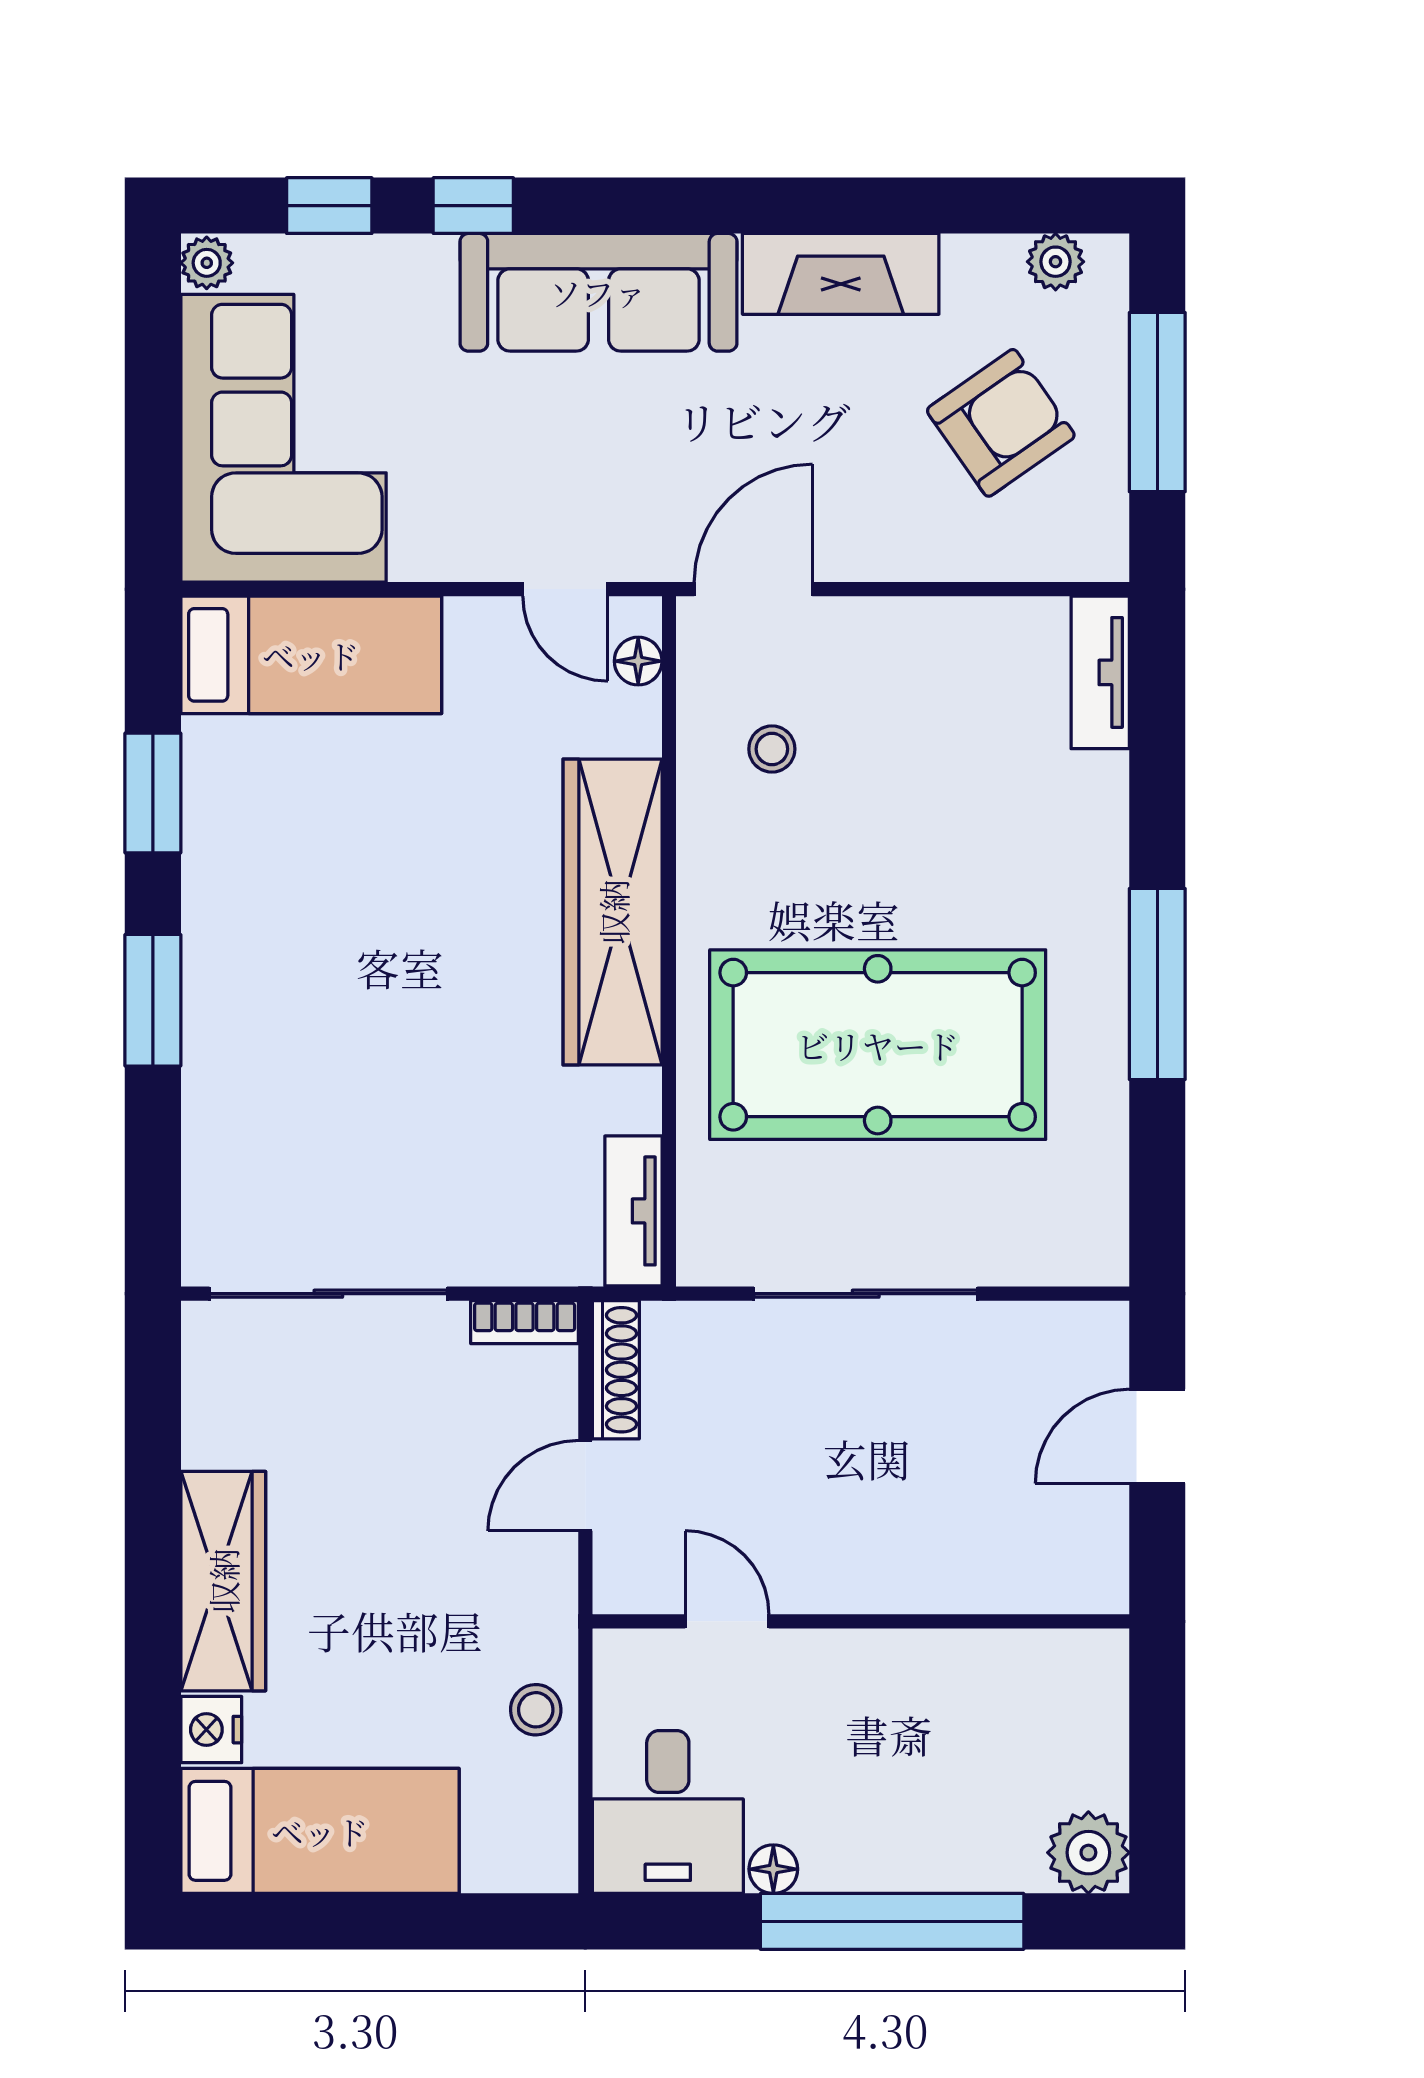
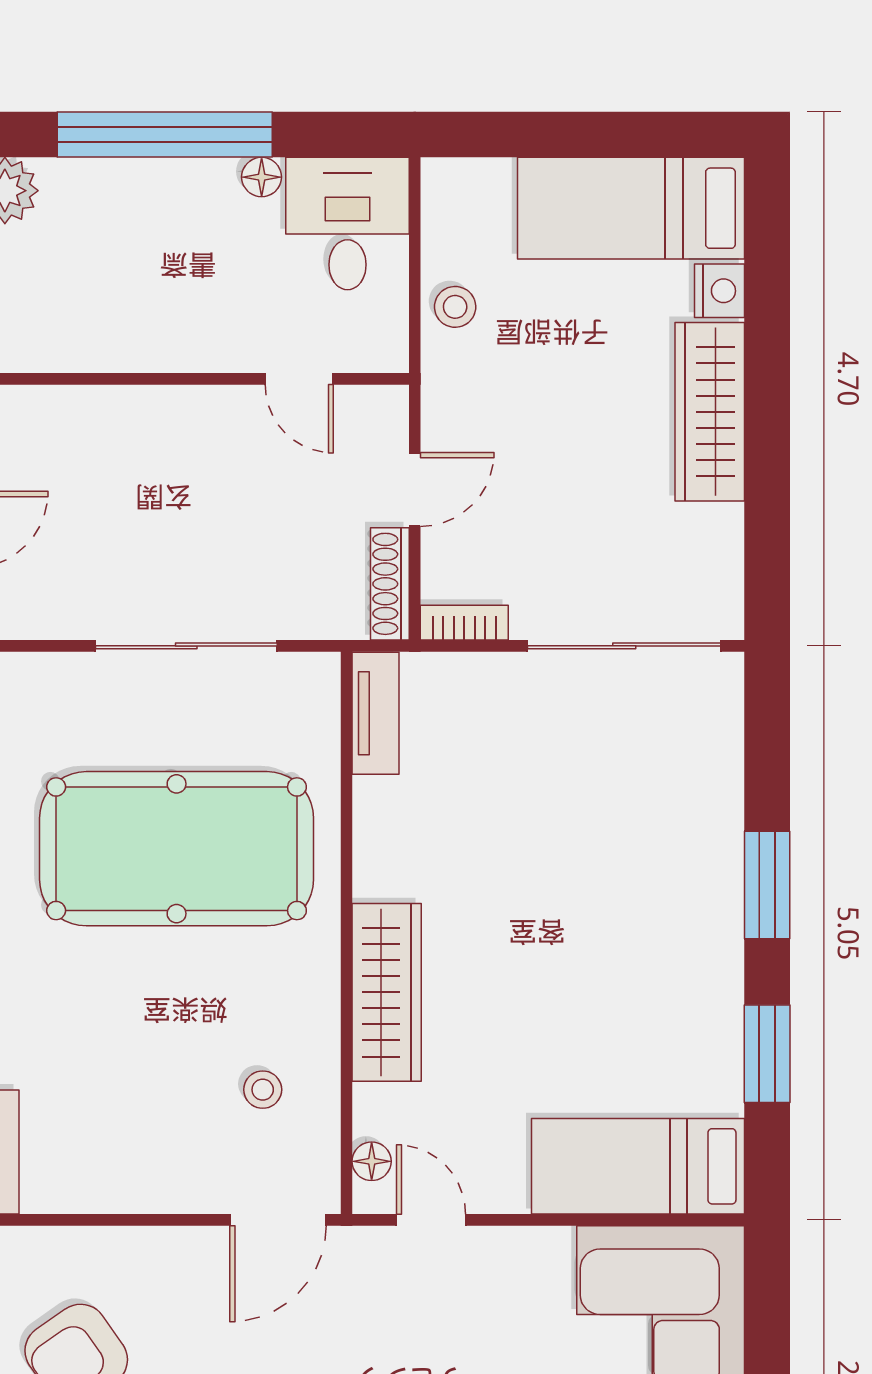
wardrobe: (613, 912) -> (387, 992), width x0.71, depth x0.85

